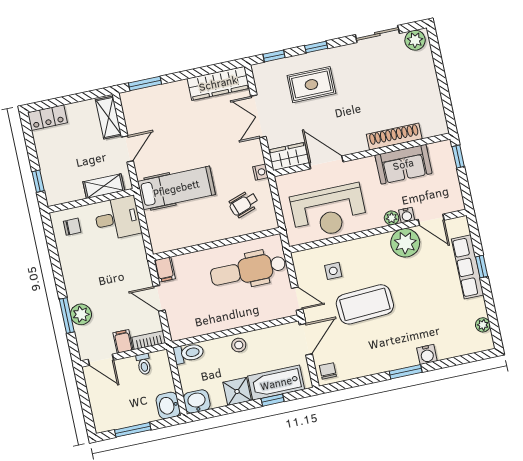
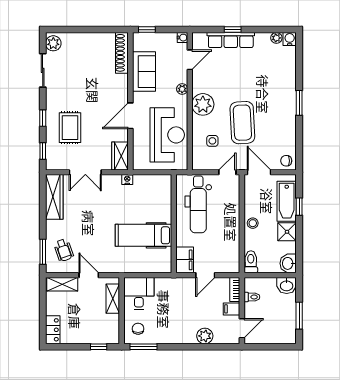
shoe rack: (394, 137) -> (122, 53), moved
door: (326, 162) -> (130, 116), moved
hospital bed: (176, 188) -> (144, 235), moved, turned -90
wheelchair: (244, 204) -> (64, 250), moved
water cooler: (407, 215) -> (182, 38), moved
plant: (405, 243) -> (203, 104), moved
filing cabinet: (165, 270) -> (185, 260), width x2.00
window: (67, 316) -> (144, 347), moved
water cooler: (427, 354) -> (290, 39), moved, turned -90

